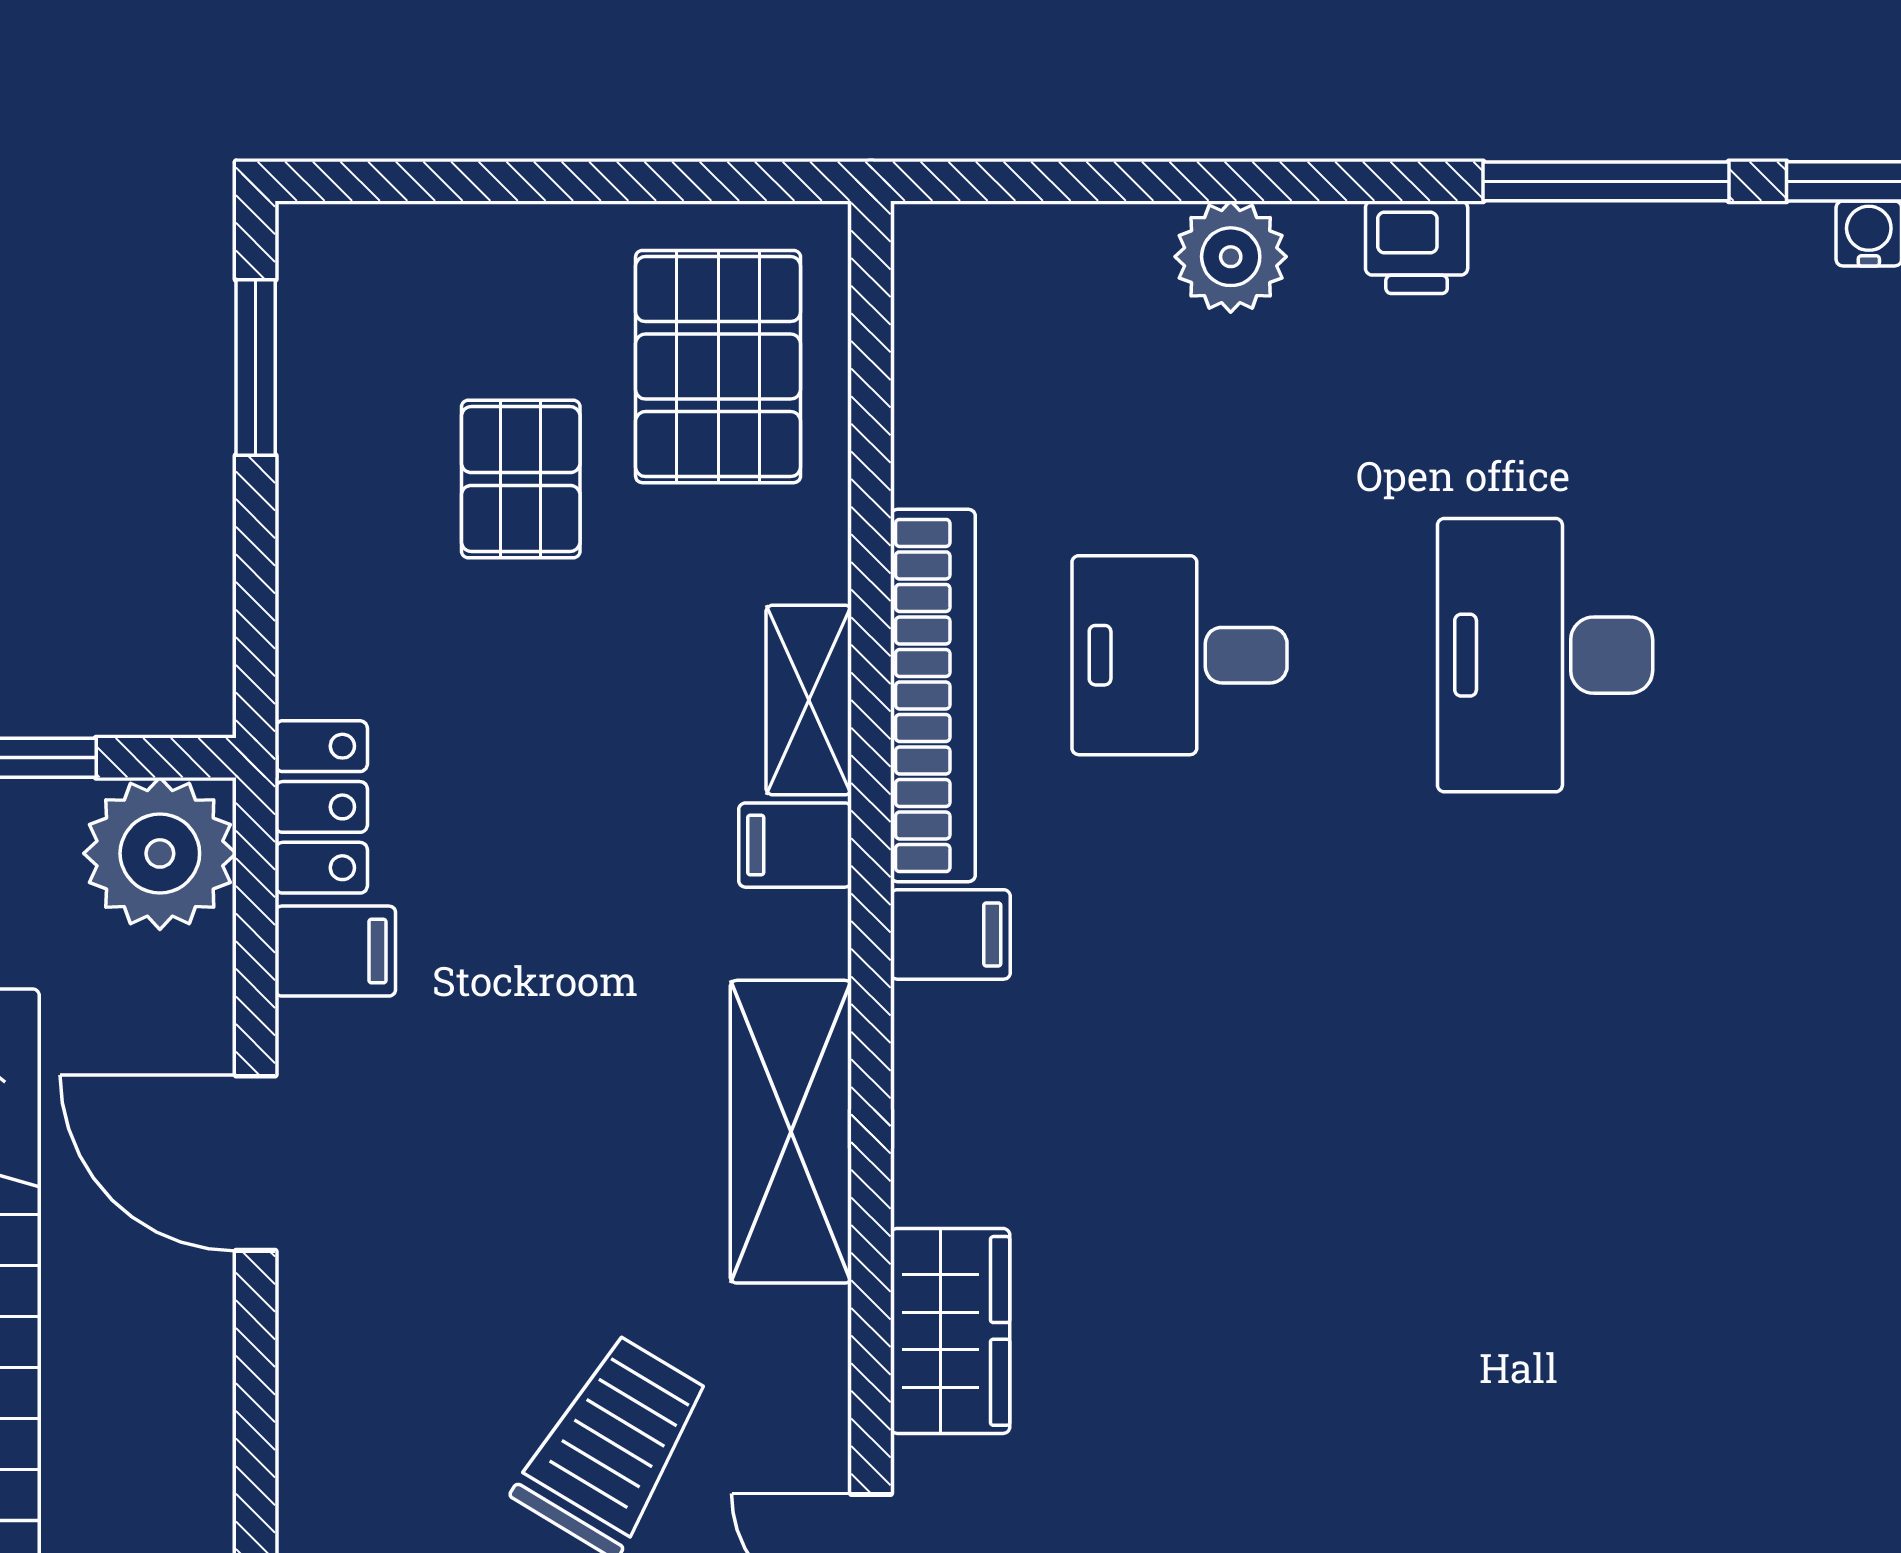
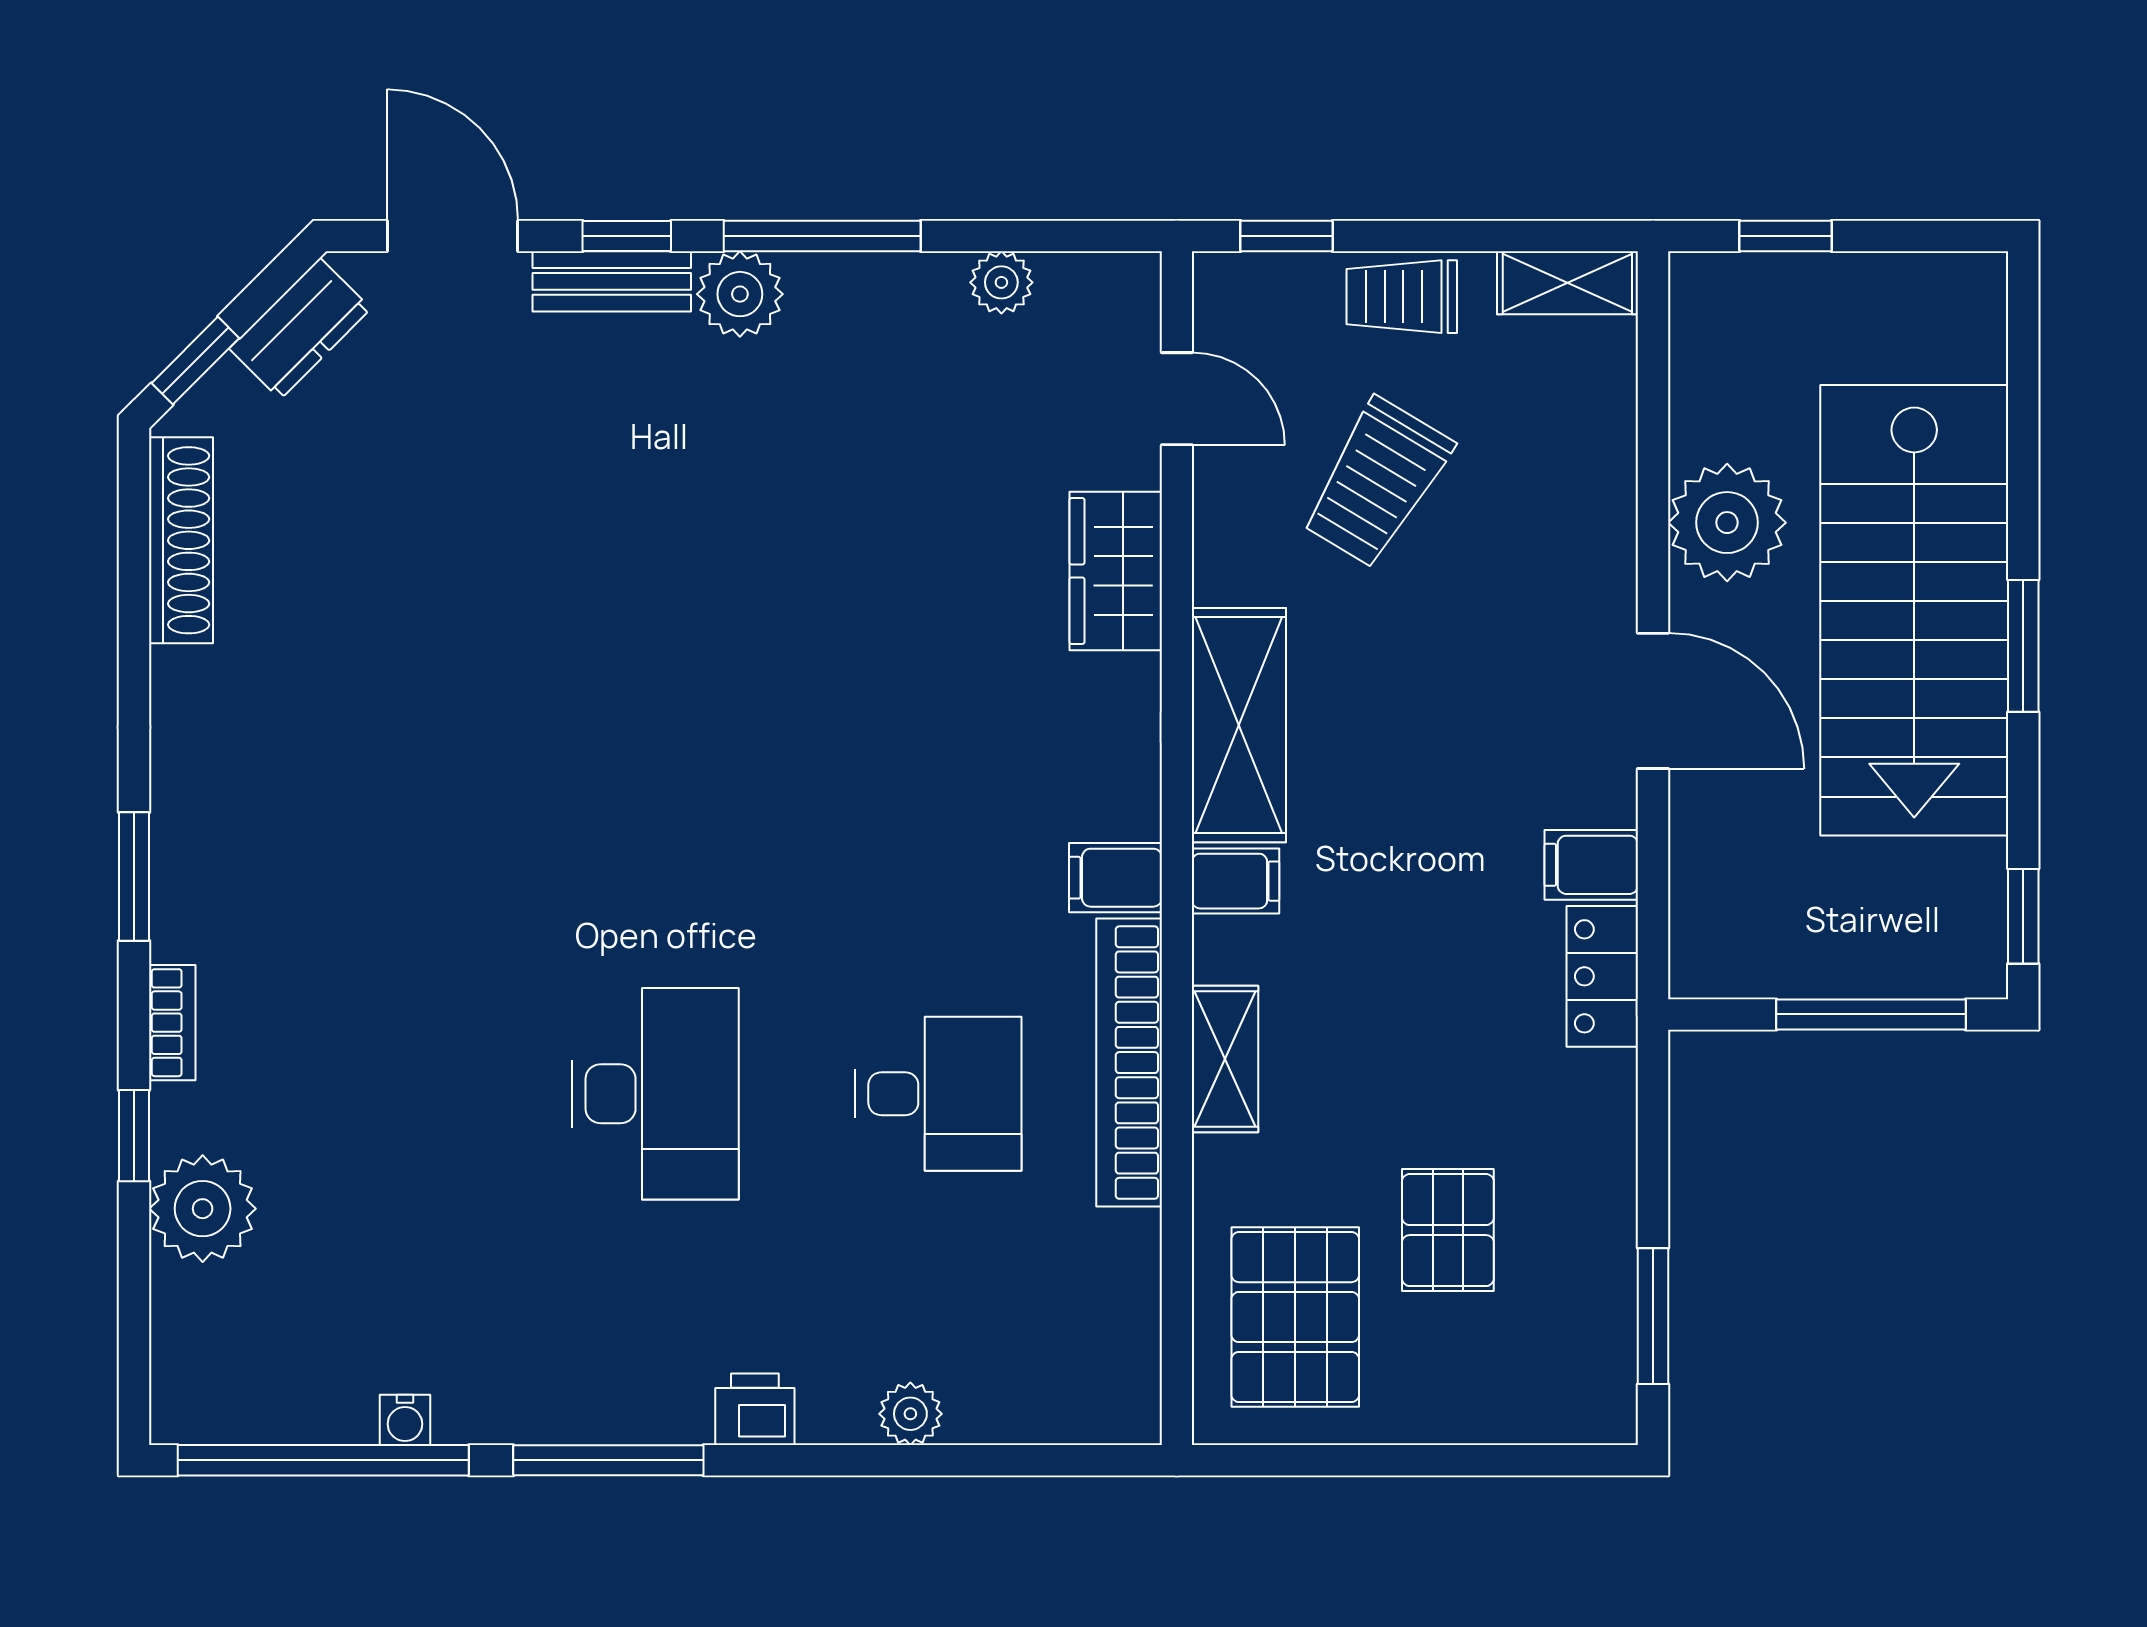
plant: (1231, 257) -> (910, 1414), width x0.73, depth x0.73
filing cabinet: (795, 845) -> (1236, 881), moved
plant: (160, 853) -> (1727, 523), moved

